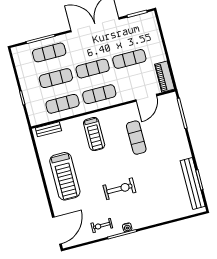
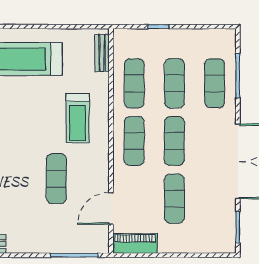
door: (146, 98) -> (111, 209), hinge flipped
treadmill: (94, 134) -> (78, 118), turned -90
exercise mat: (136, 138) -> (56, 179), turned 90

